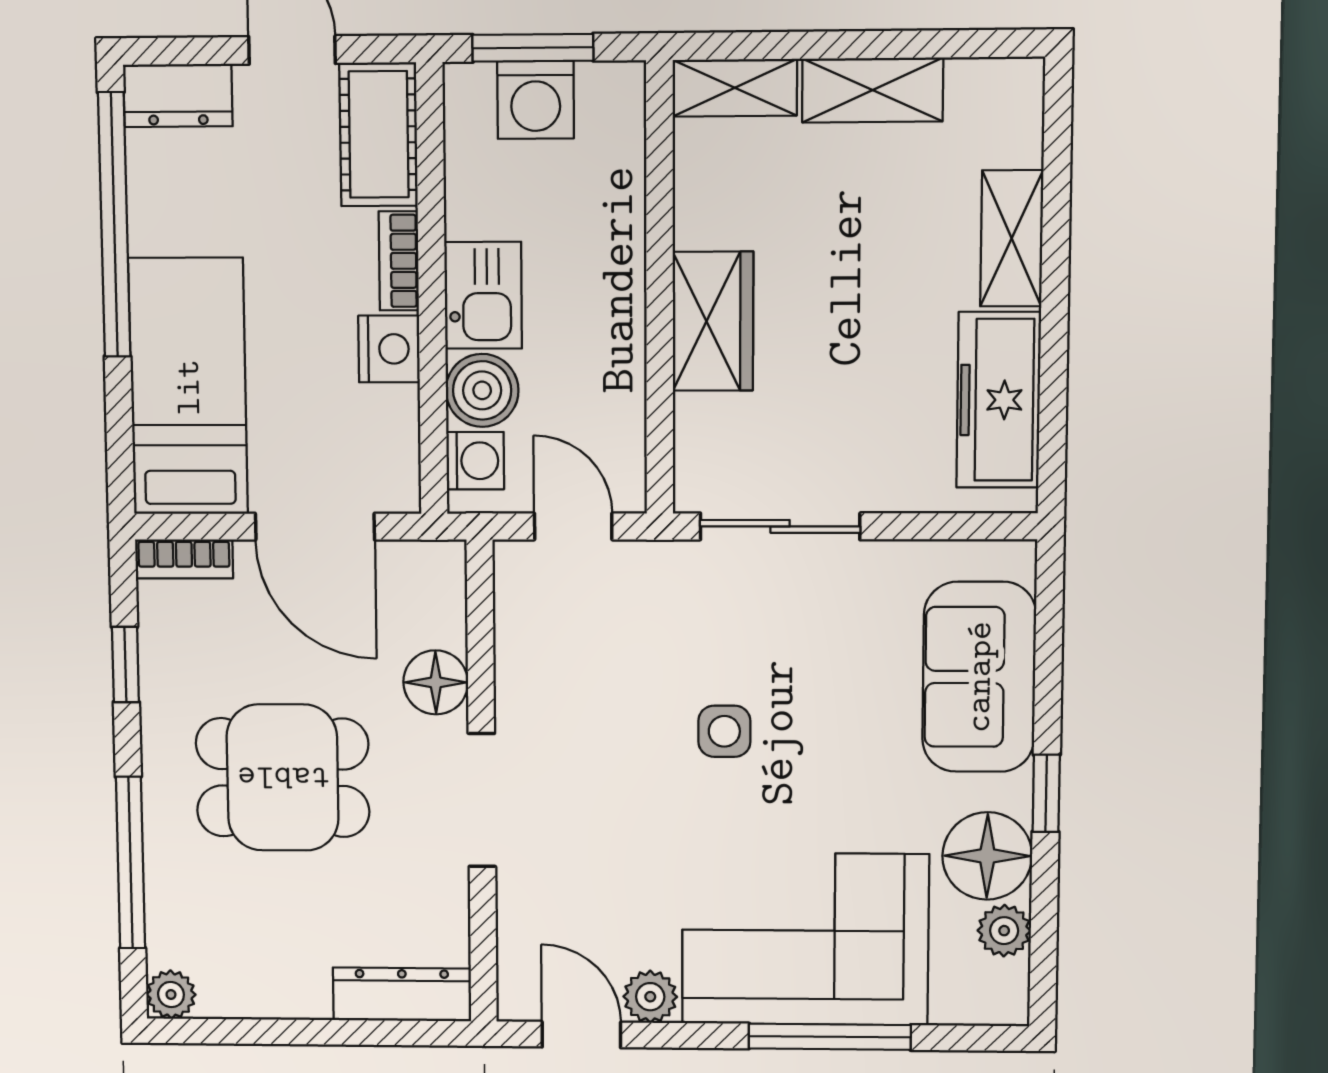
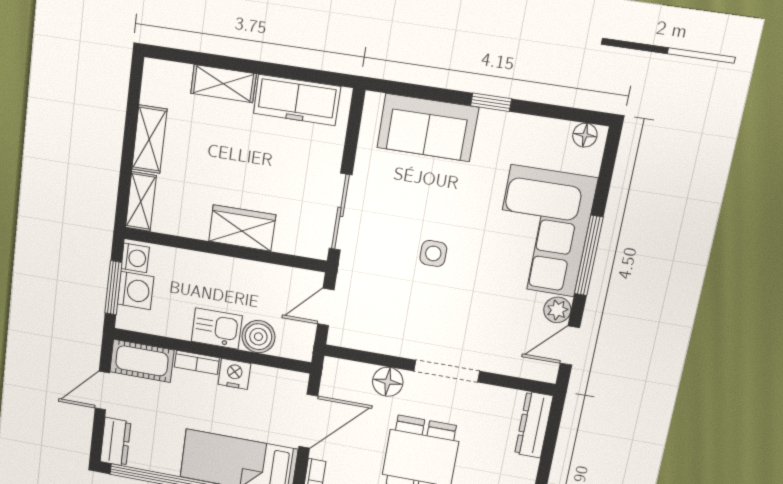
washing machine: (475, 461) -> (135, 258), moved, turned 90
floor lamp: (987, 856) -> (585, 135), moved, width x0.53, depth x0.53
plant: (1004, 931) -> (557, 132), removed
window: (830, 1037) -> (589, 256), moved

